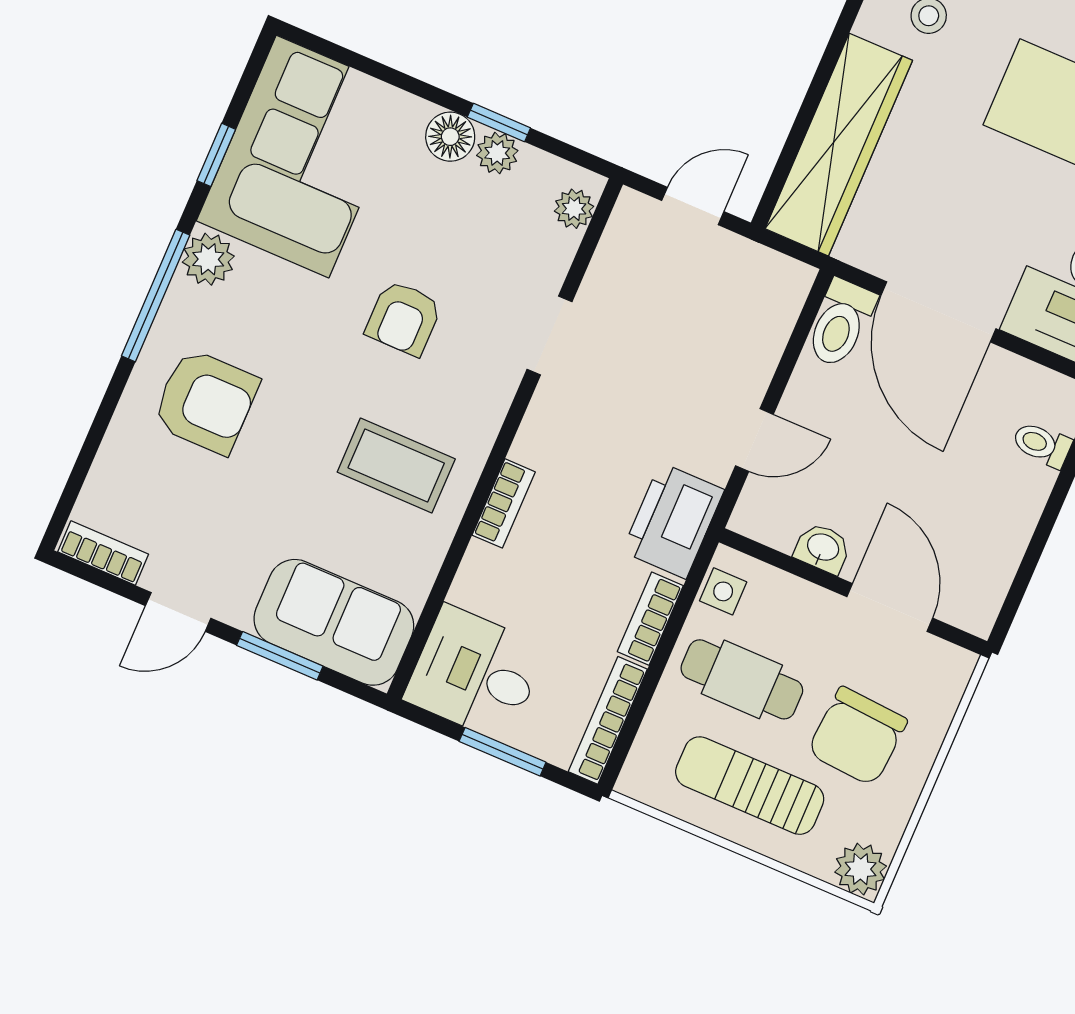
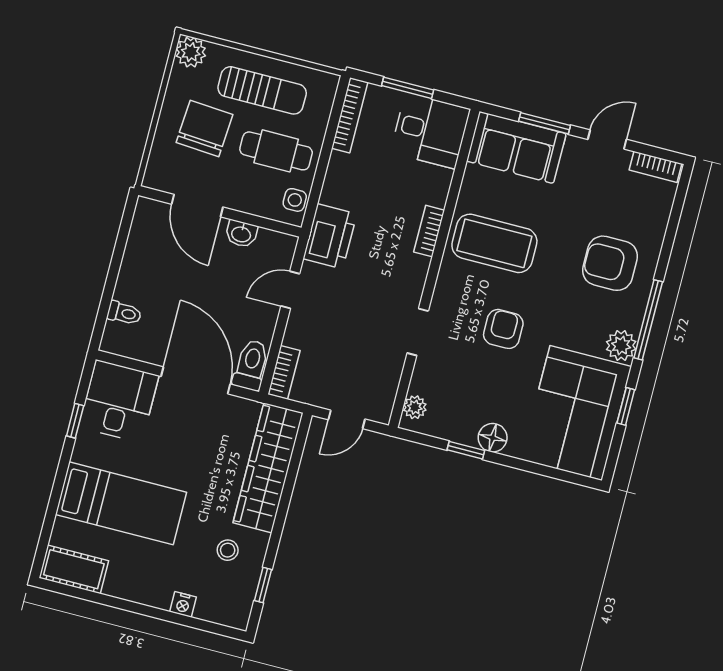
plant: (497, 153) -> (464, 432), removed
coffee table: (396, 465) -> (494, 243), width x1.36, depth x1.32
bookcase: (650, 619) -> (284, 372), moved

